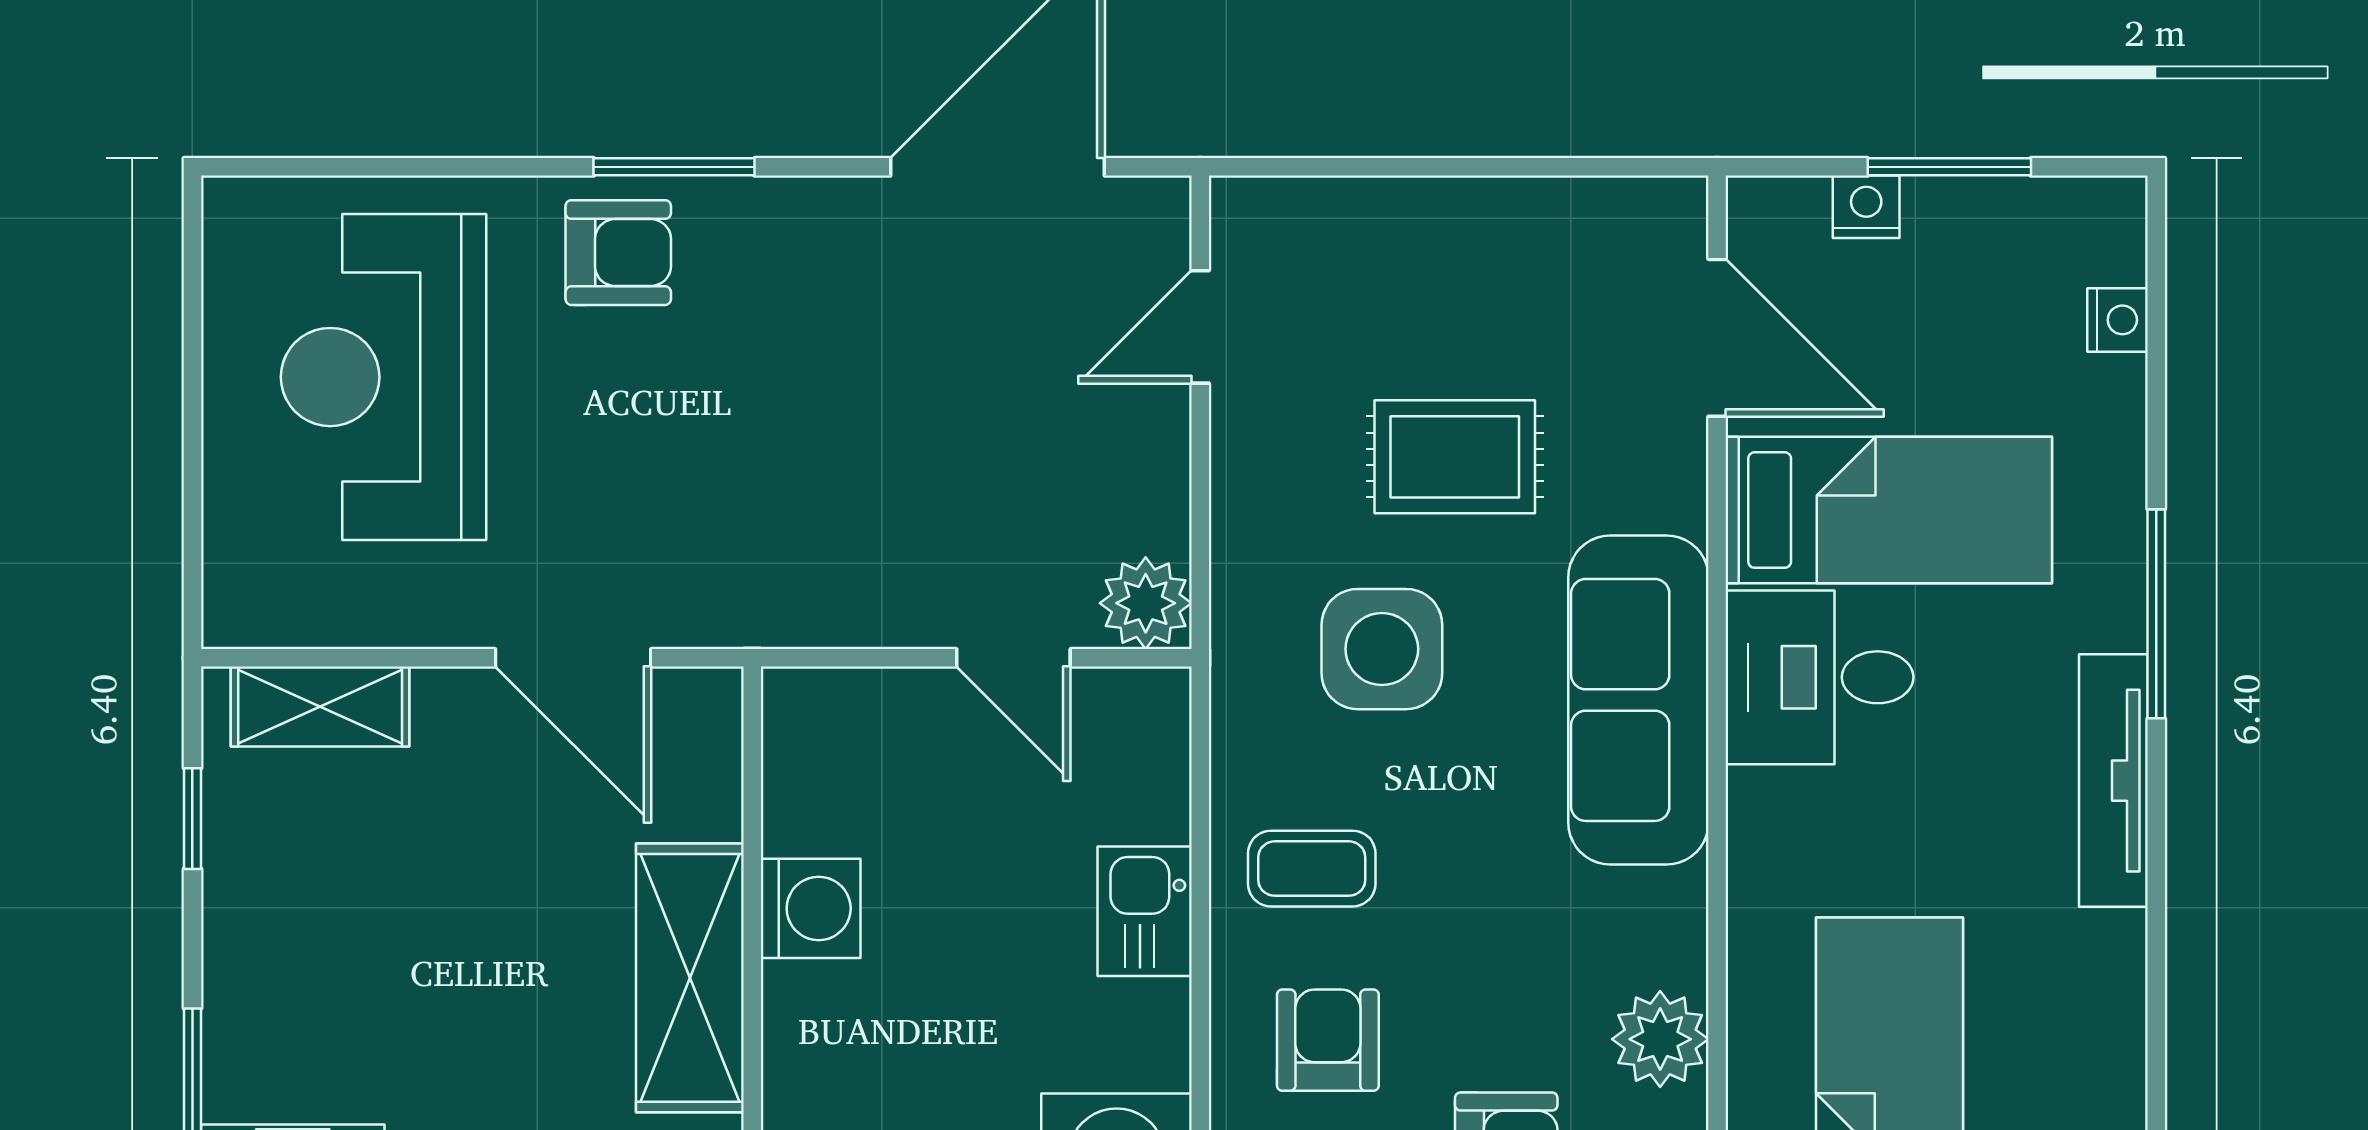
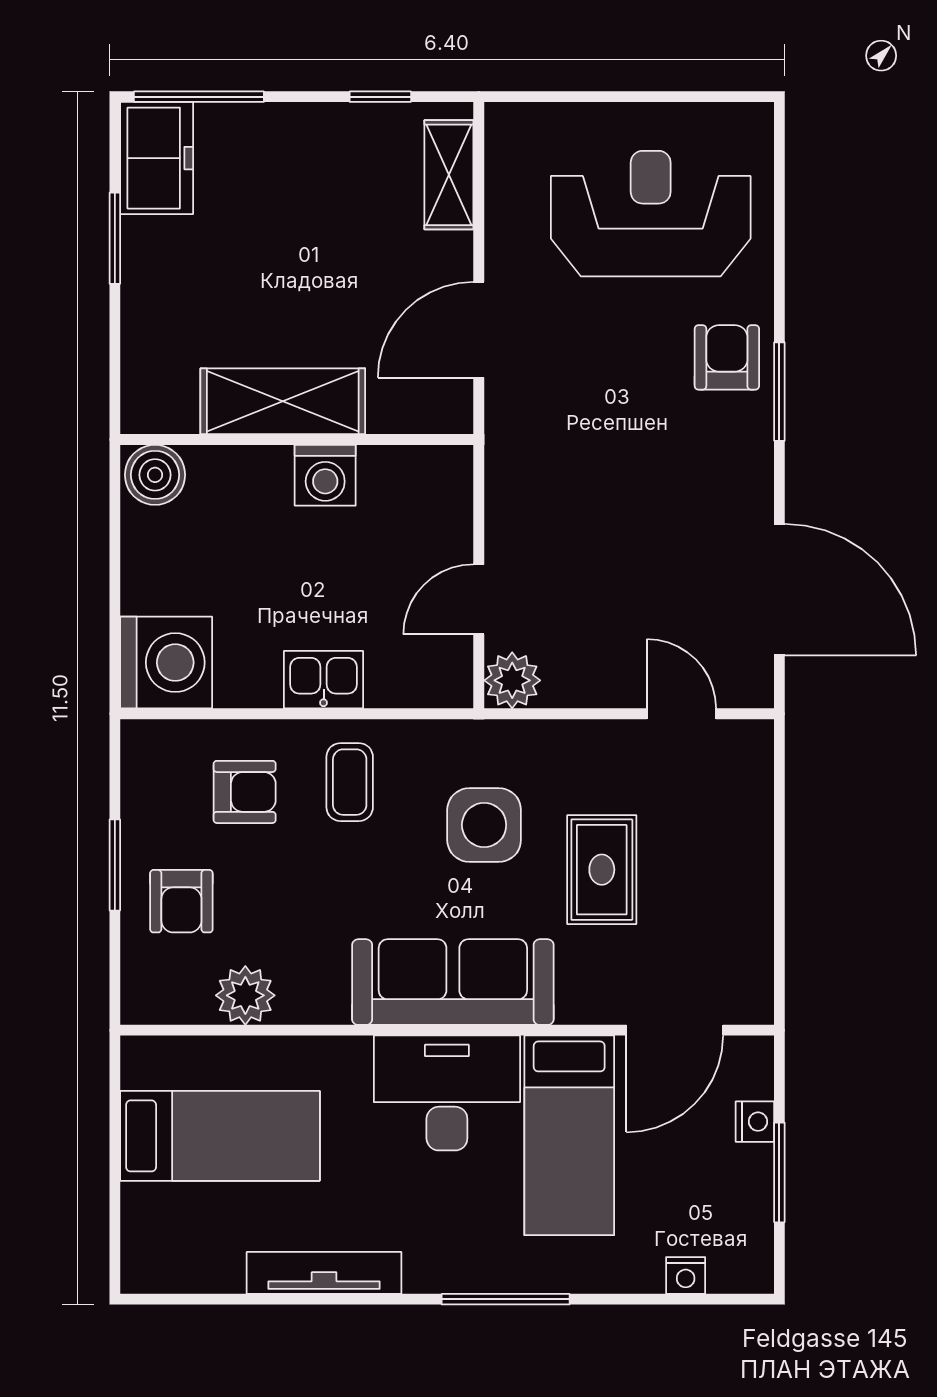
armchair: (618, 253) -> (727, 357), turned 180
desk: (1819, 677) -> (447, 1093), width x1.37
tv unit: (2113, 781) -> (324, 1273), moved

